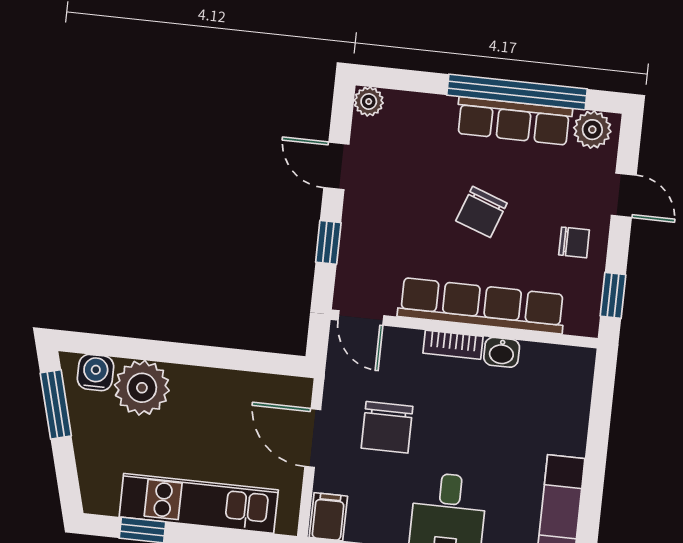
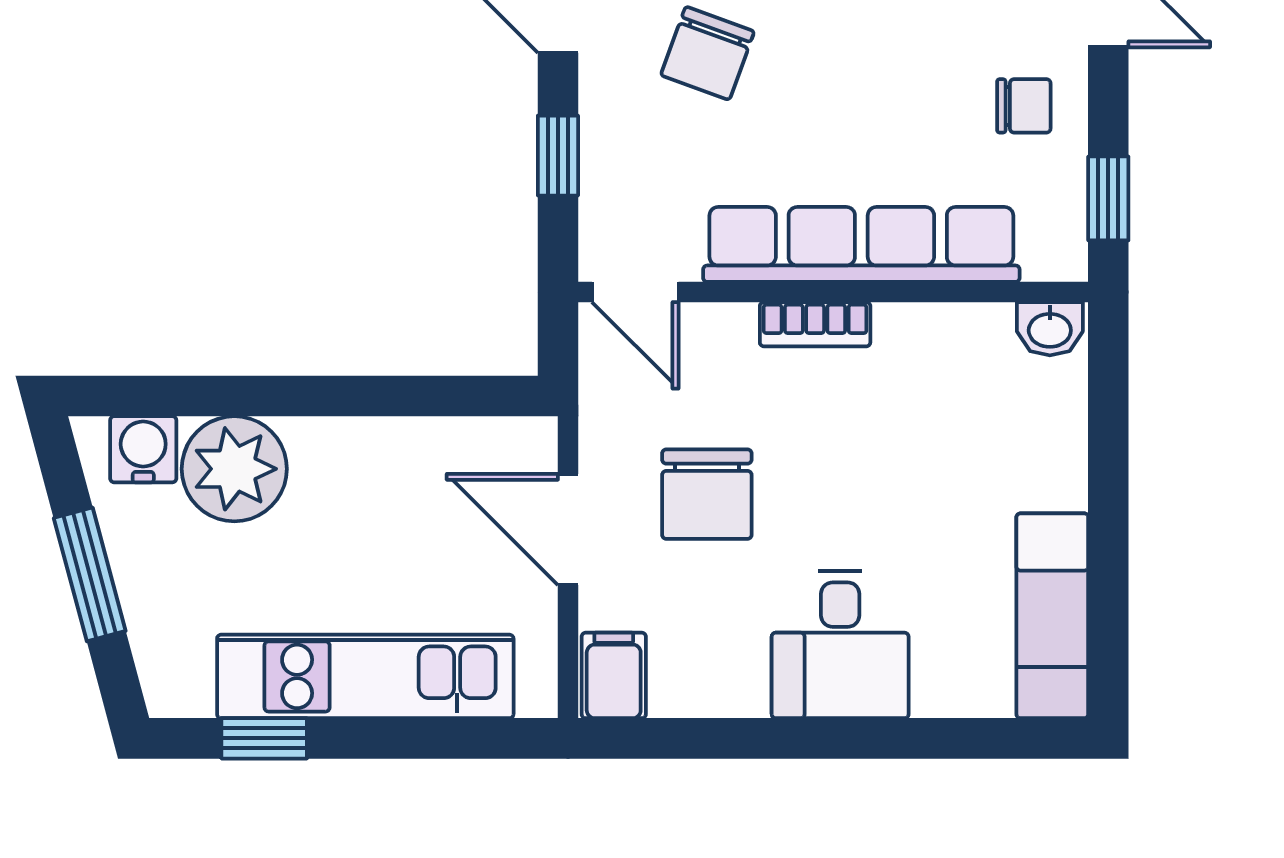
chair: (481, 212) -> (707, 53), moved
washbasin: (502, 352) -> (1050, 329), moved
window: (56, 404) -> (90, 574), moved

